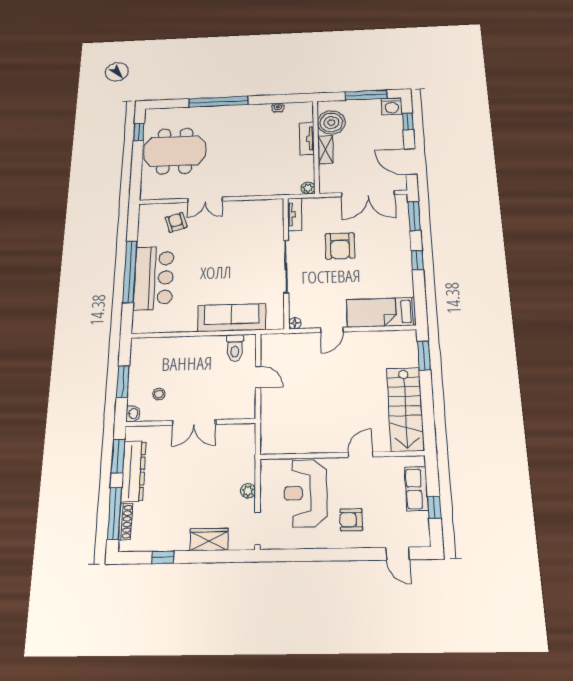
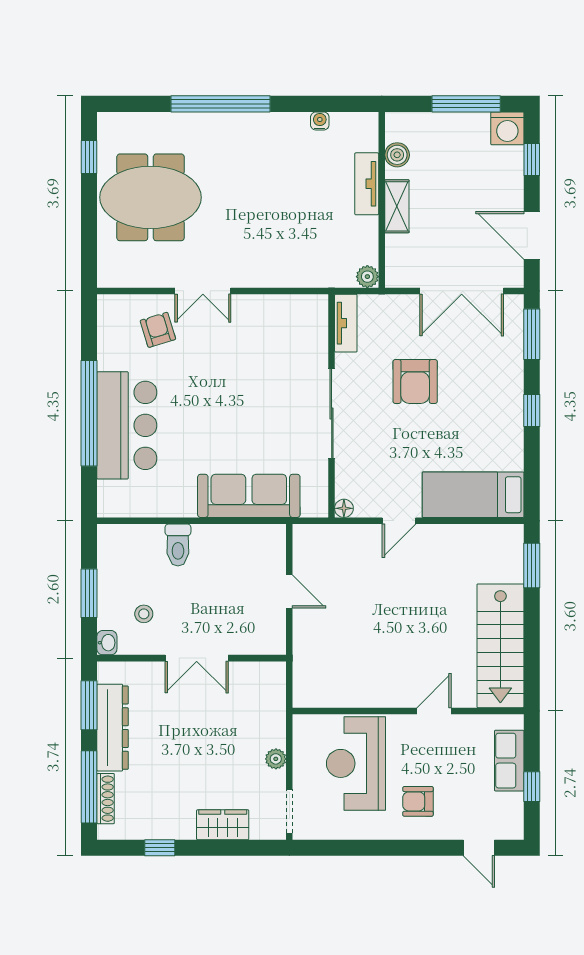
boiler: (331, 123) -> (397, 155), width x0.54, depth x0.54
toilet: (235, 348) -> (178, 545), moved

